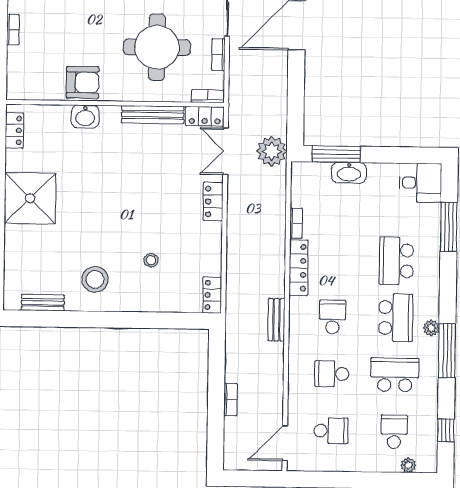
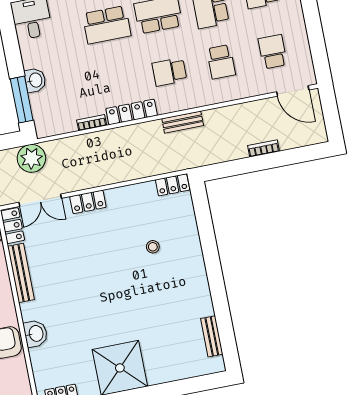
washbasin: (349, 173) -> (35, 80), width x0.72
stool: (95, 279) -> (181, 294), removed

